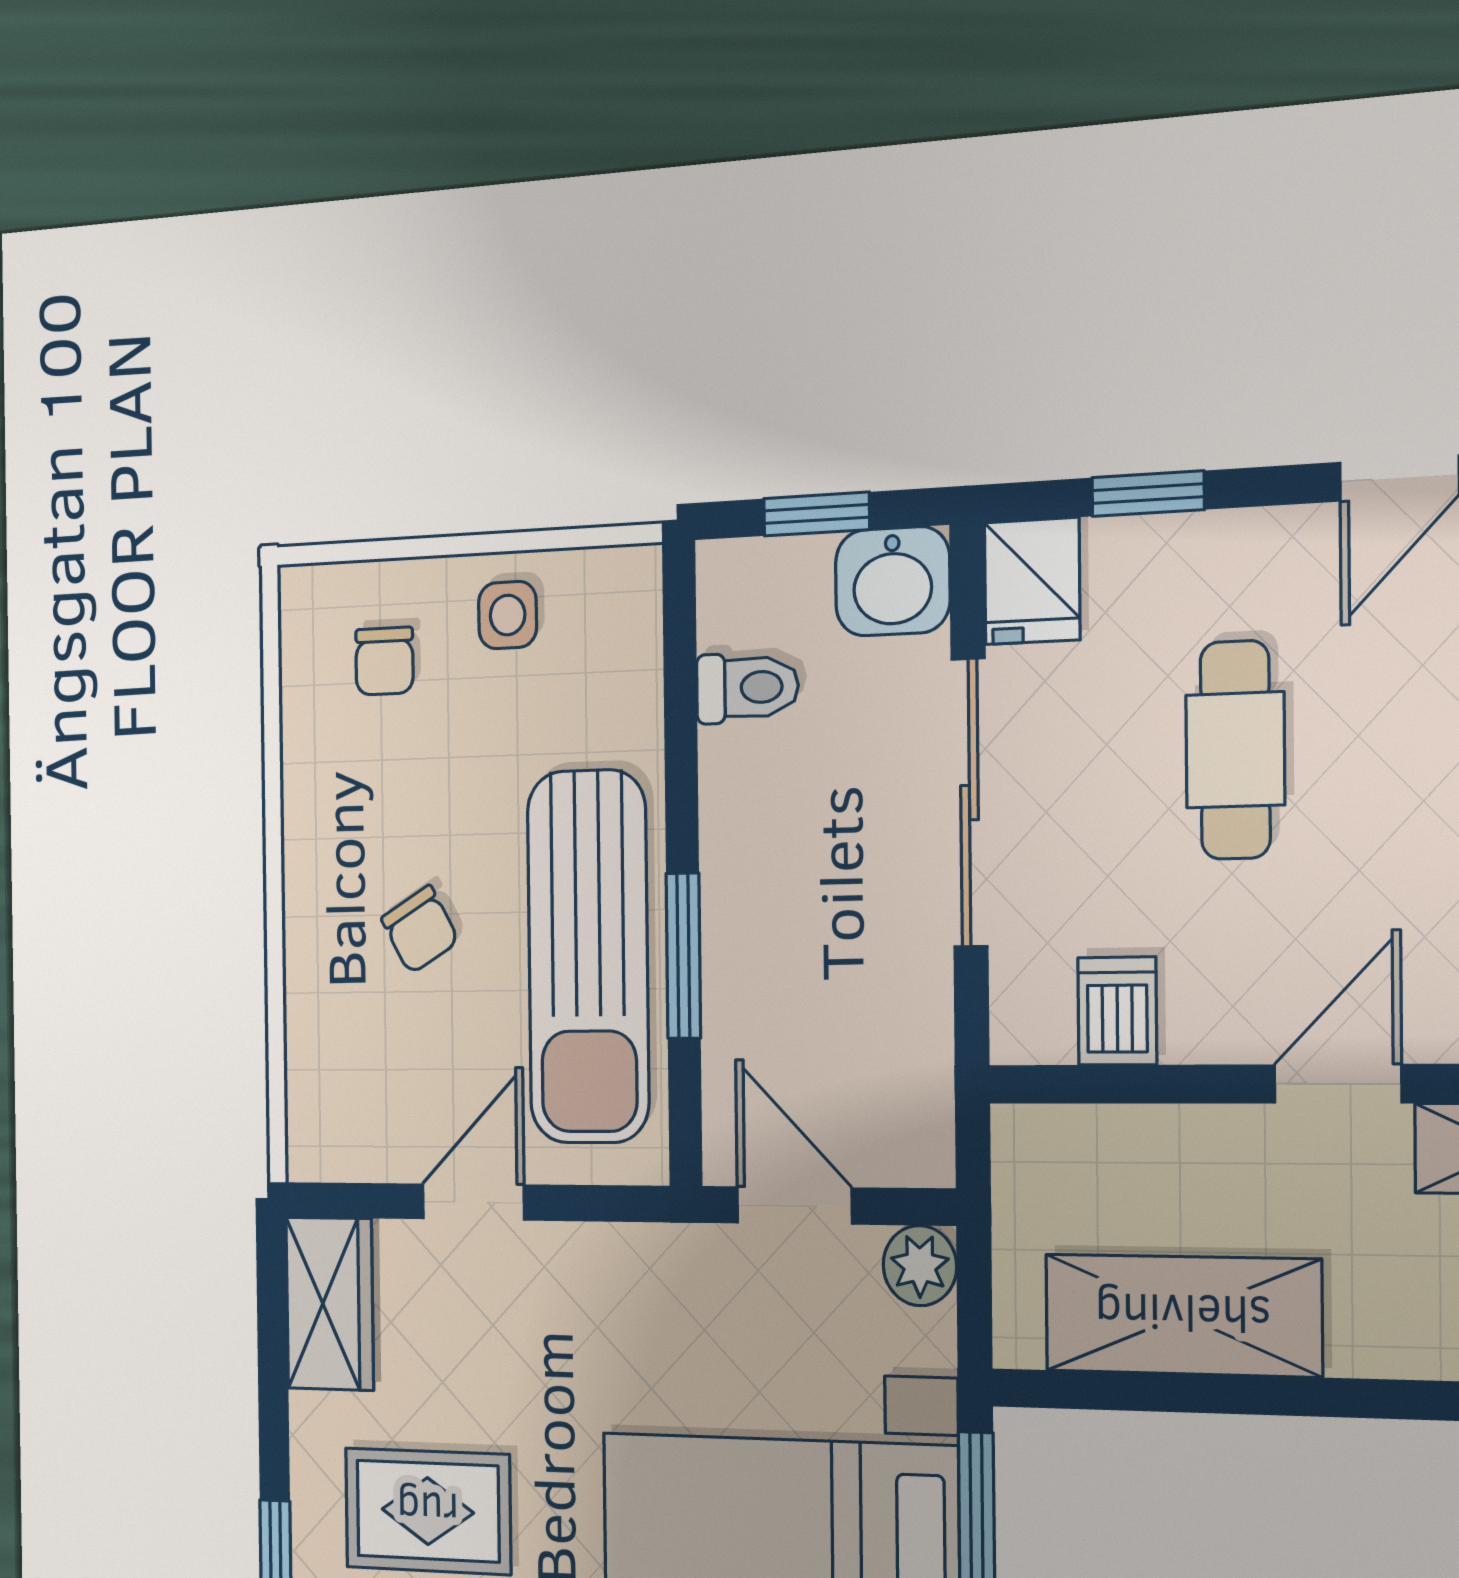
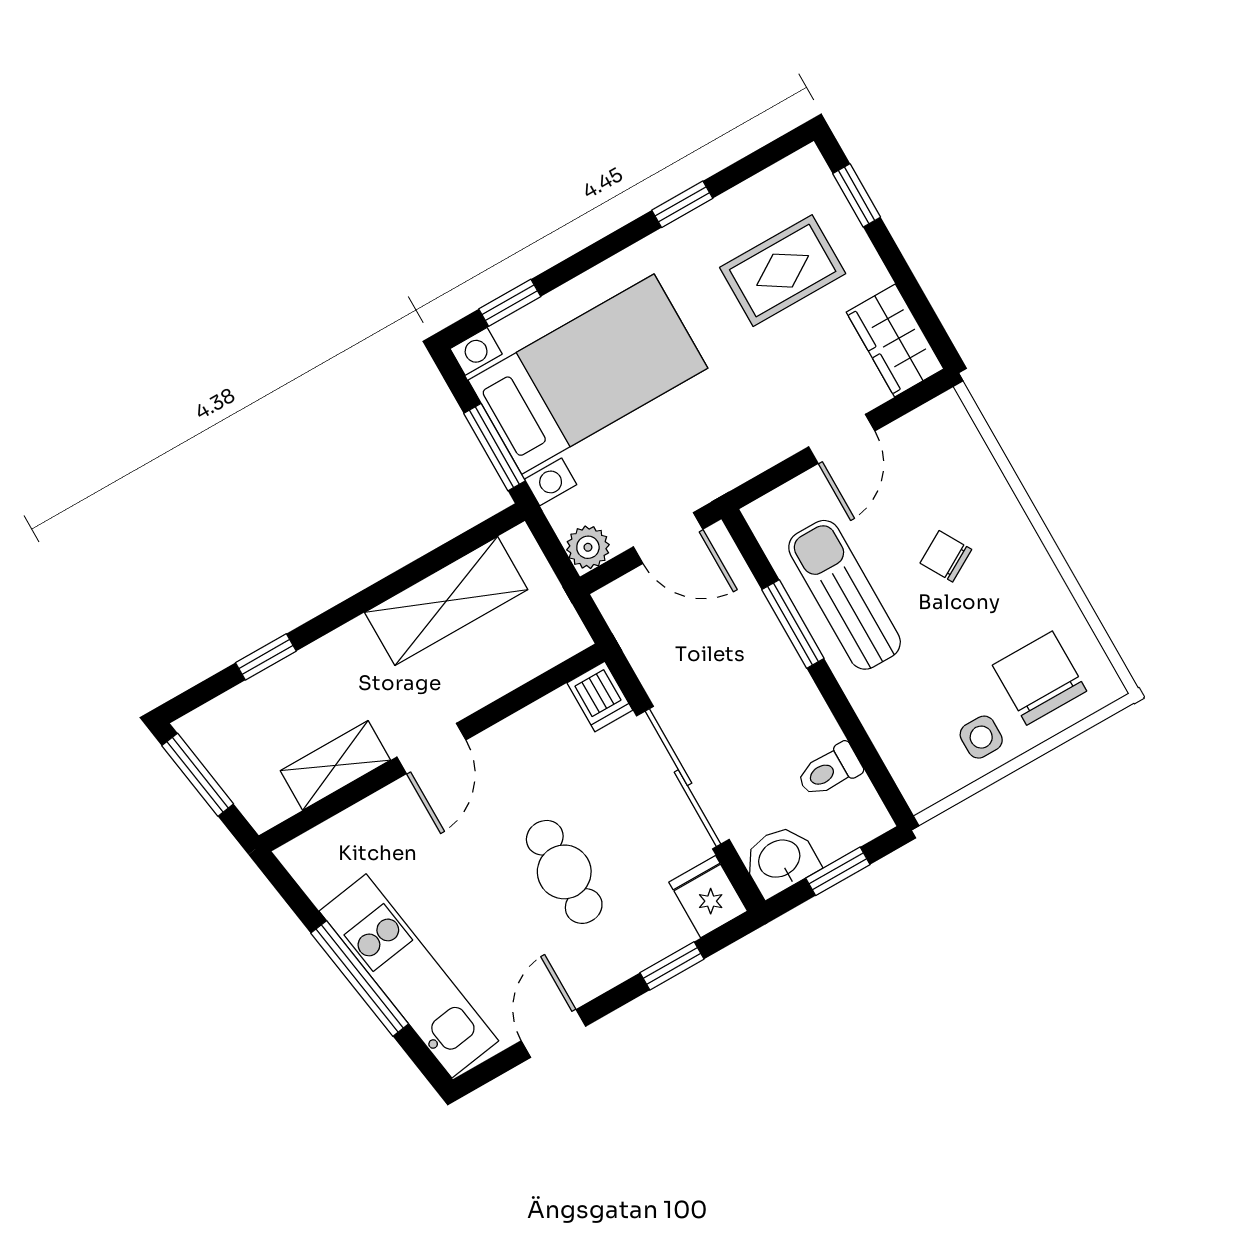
chair: (384, 661) -> (1040, 678), width x1.87, depth x1.87
sun lounger: (588, 957) -> (845, 595), width x0.73, depth x0.75
dishwasher: (1117, 1011) -> (600, 697), moved

